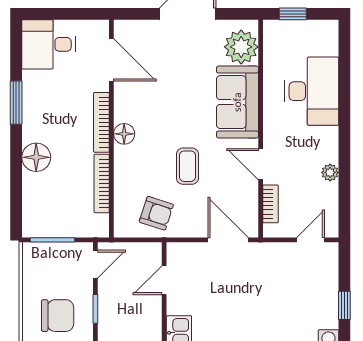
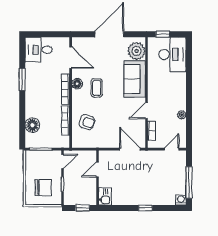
desk: (312, 91) -> (172, 54), moved
floor lamp: (124, 134) -> (77, 84), moved
floor lamp: (36, 157) -> (32, 125), moved
door: (261, 164) -> (146, 111), hinge flipped
coffee table: (187, 166) -> (97, 88), moved
armchair: (156, 213) -> (87, 122), moved
window: (344, 305) -> (189, 182), width x2.17

